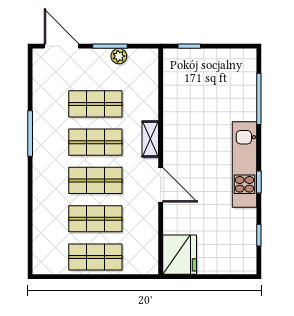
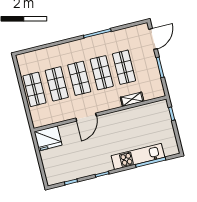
plant: (119, 56) -> (155, 74), removed
shelving: (150, 139) -> (132, 99), moved
kitchen unit: (245, 165) -> (138, 156), moved

